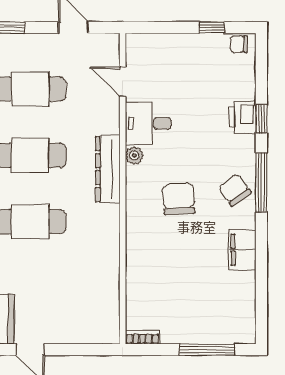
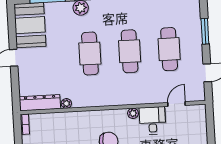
dresser: (108, 169) -> (40, 103), moved
plant: (111, 266) -> (66, 103), added

